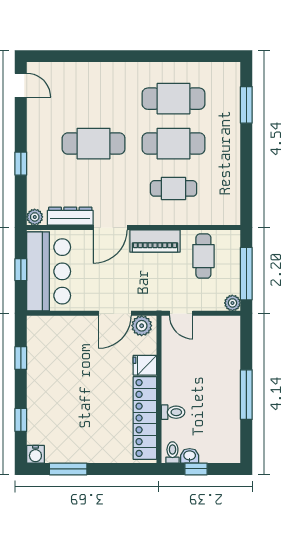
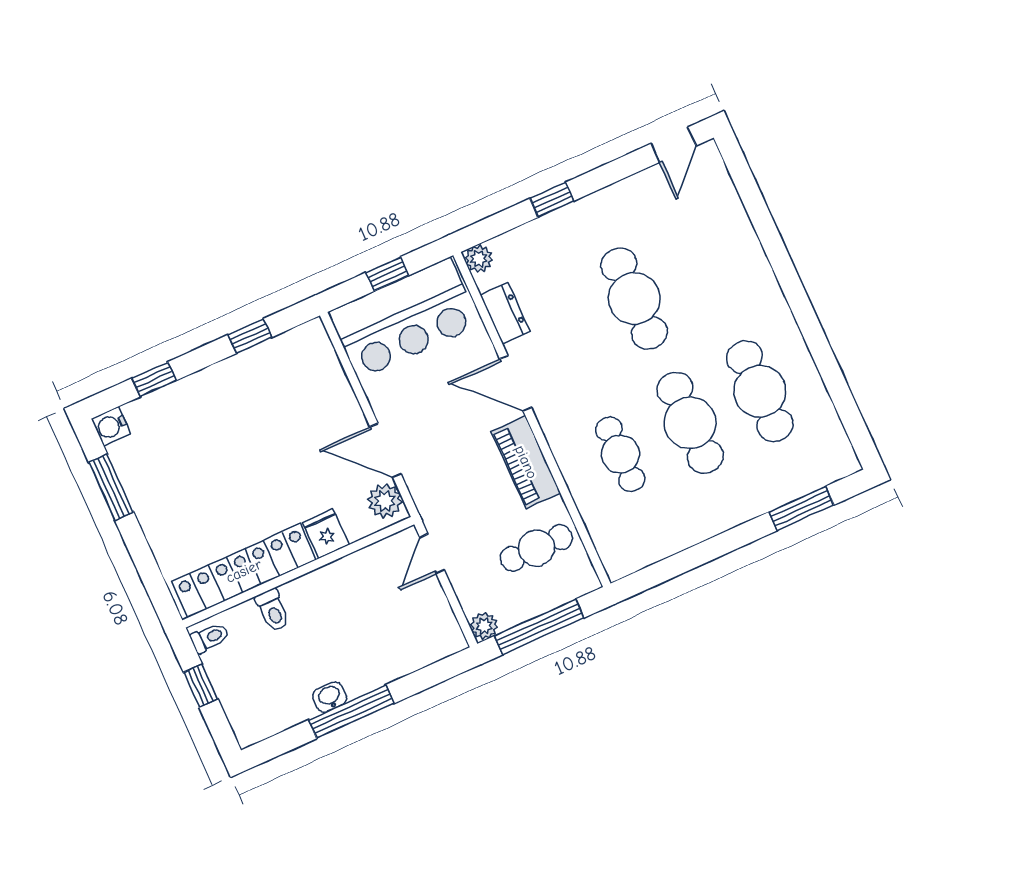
dresser: (70, 216) -> (505, 313), width x0.70
washbasin: (190, 456) -> (330, 697), moved, turned -90

